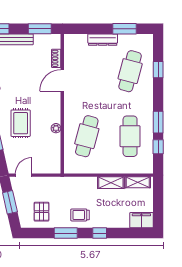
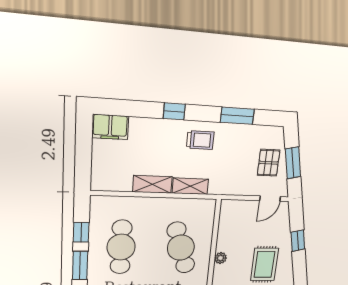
cafe table: (87, 136) -> (181, 248), turned -33
shelving: (138, 182) -> (190, 186), moved
pallet: (41, 212) -> (269, 163), moved
window: (66, 233) -> (237, 116), moved

